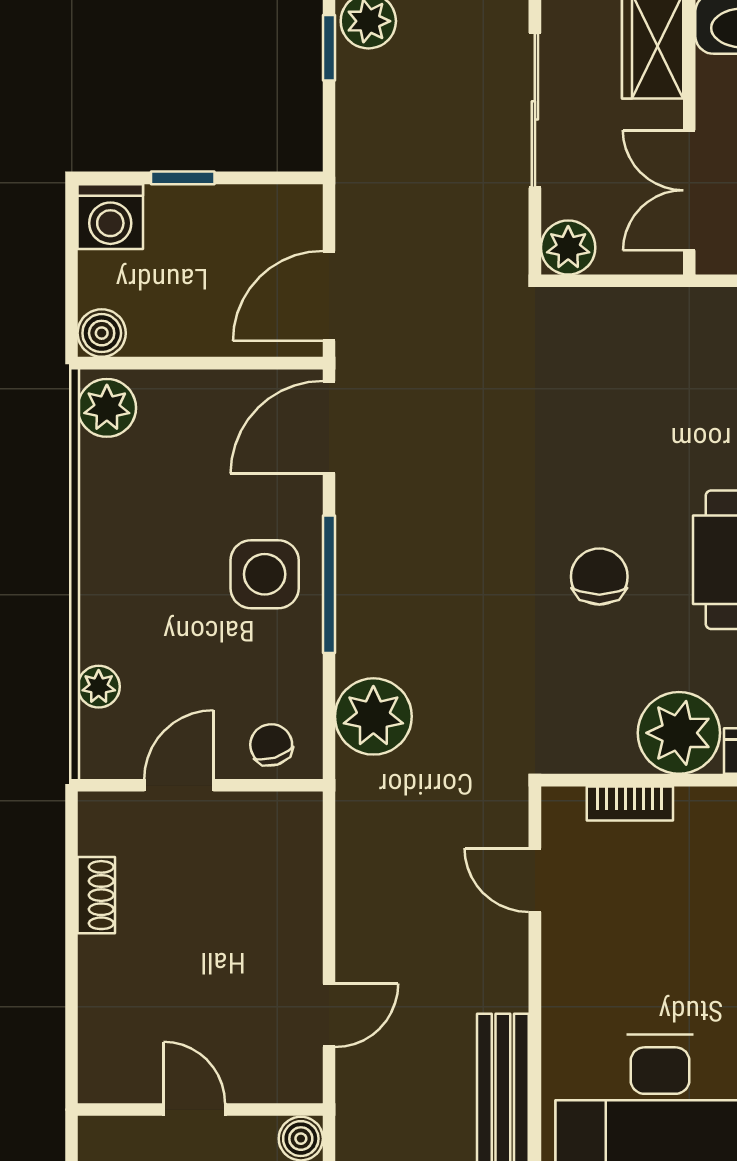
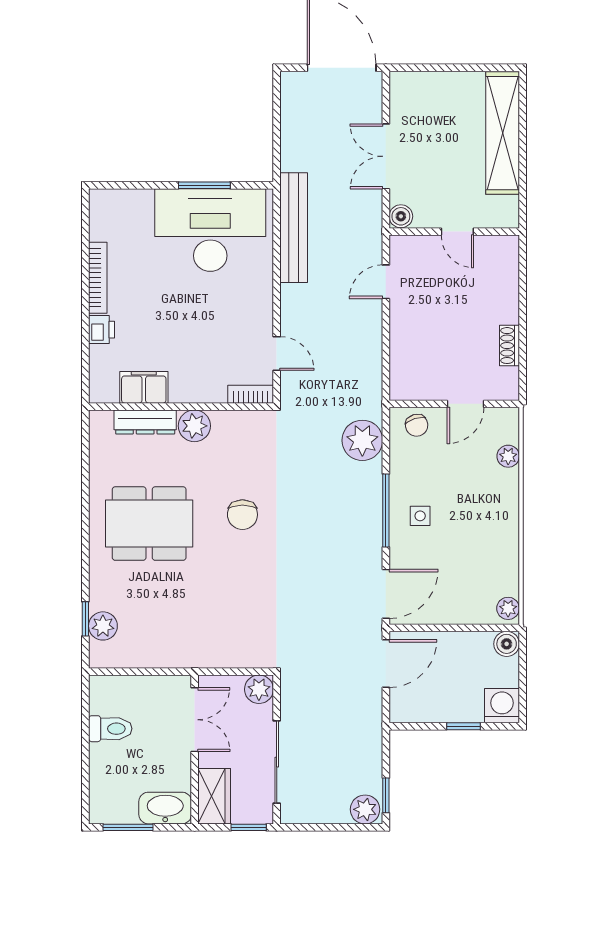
plant: (107, 408) -> (508, 608), width x0.73, depth x0.73
side table: (265, 574) -> (420, 516), width x0.54, depth x0.54
plant: (679, 733) -> (194, 426), width x0.73, depth x0.73
bookcase: (630, 803) -> (251, 394), moved

